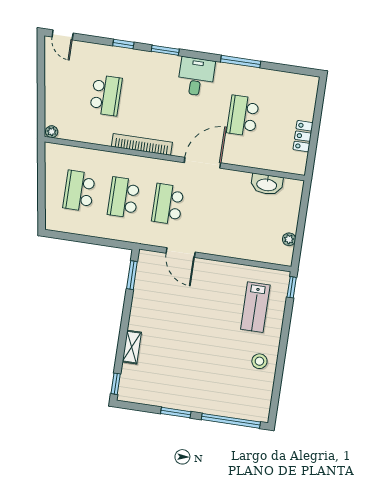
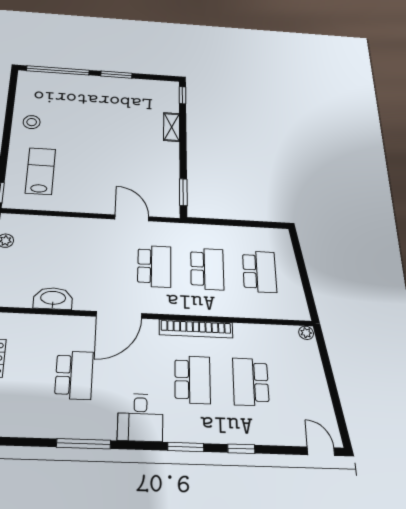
school desk: (152, 102) -> (193, 380), added
washbasin: (267, 184) -> (53, 298), moved

